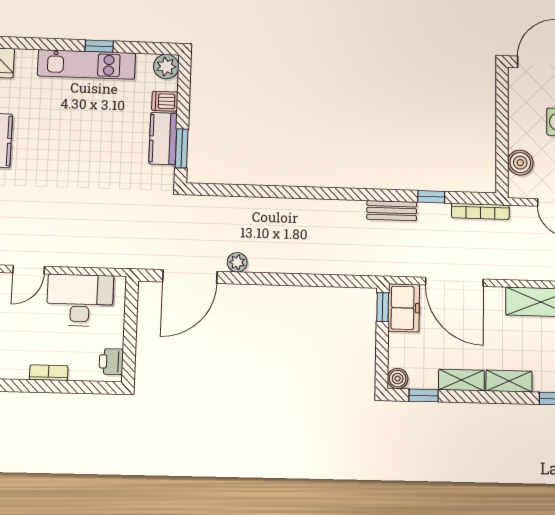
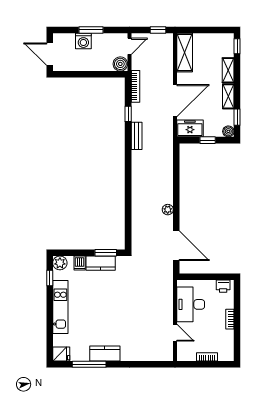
window: (99, 46) -> (50, 278), moved
boiler: (520, 163) -> (120, 64), moved
plant: (237, 262) -> (168, 210), moved
window: (383, 307) -> (208, 140), moved

